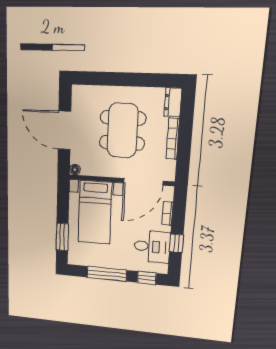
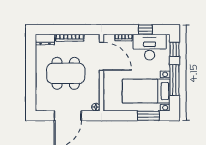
bed with nightstands: (95, 212) -> (146, 91), moved, turned 180
desk: (152, 247) -> (150, 47), width x1.37

